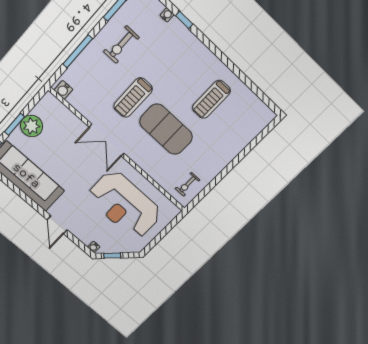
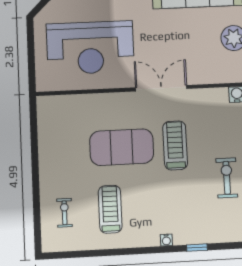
water cooler: (167, 15) -> (166, 240), moved
exercise bike: (188, 184) -> (64, 213), moved
reception desk: (125, 205) -> (90, 48), turned 180

